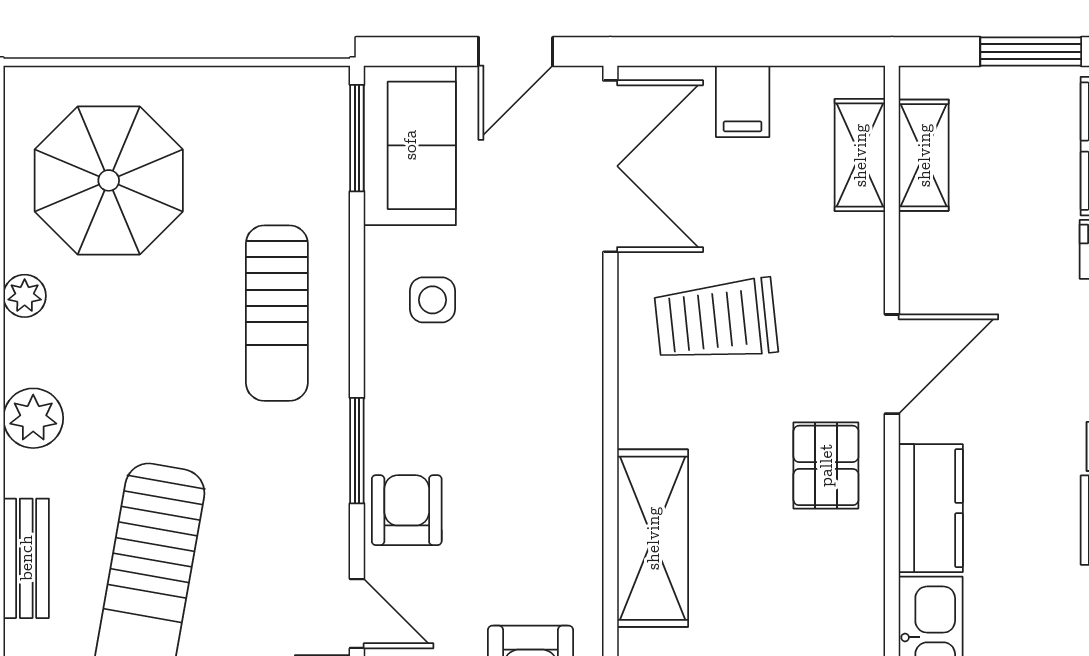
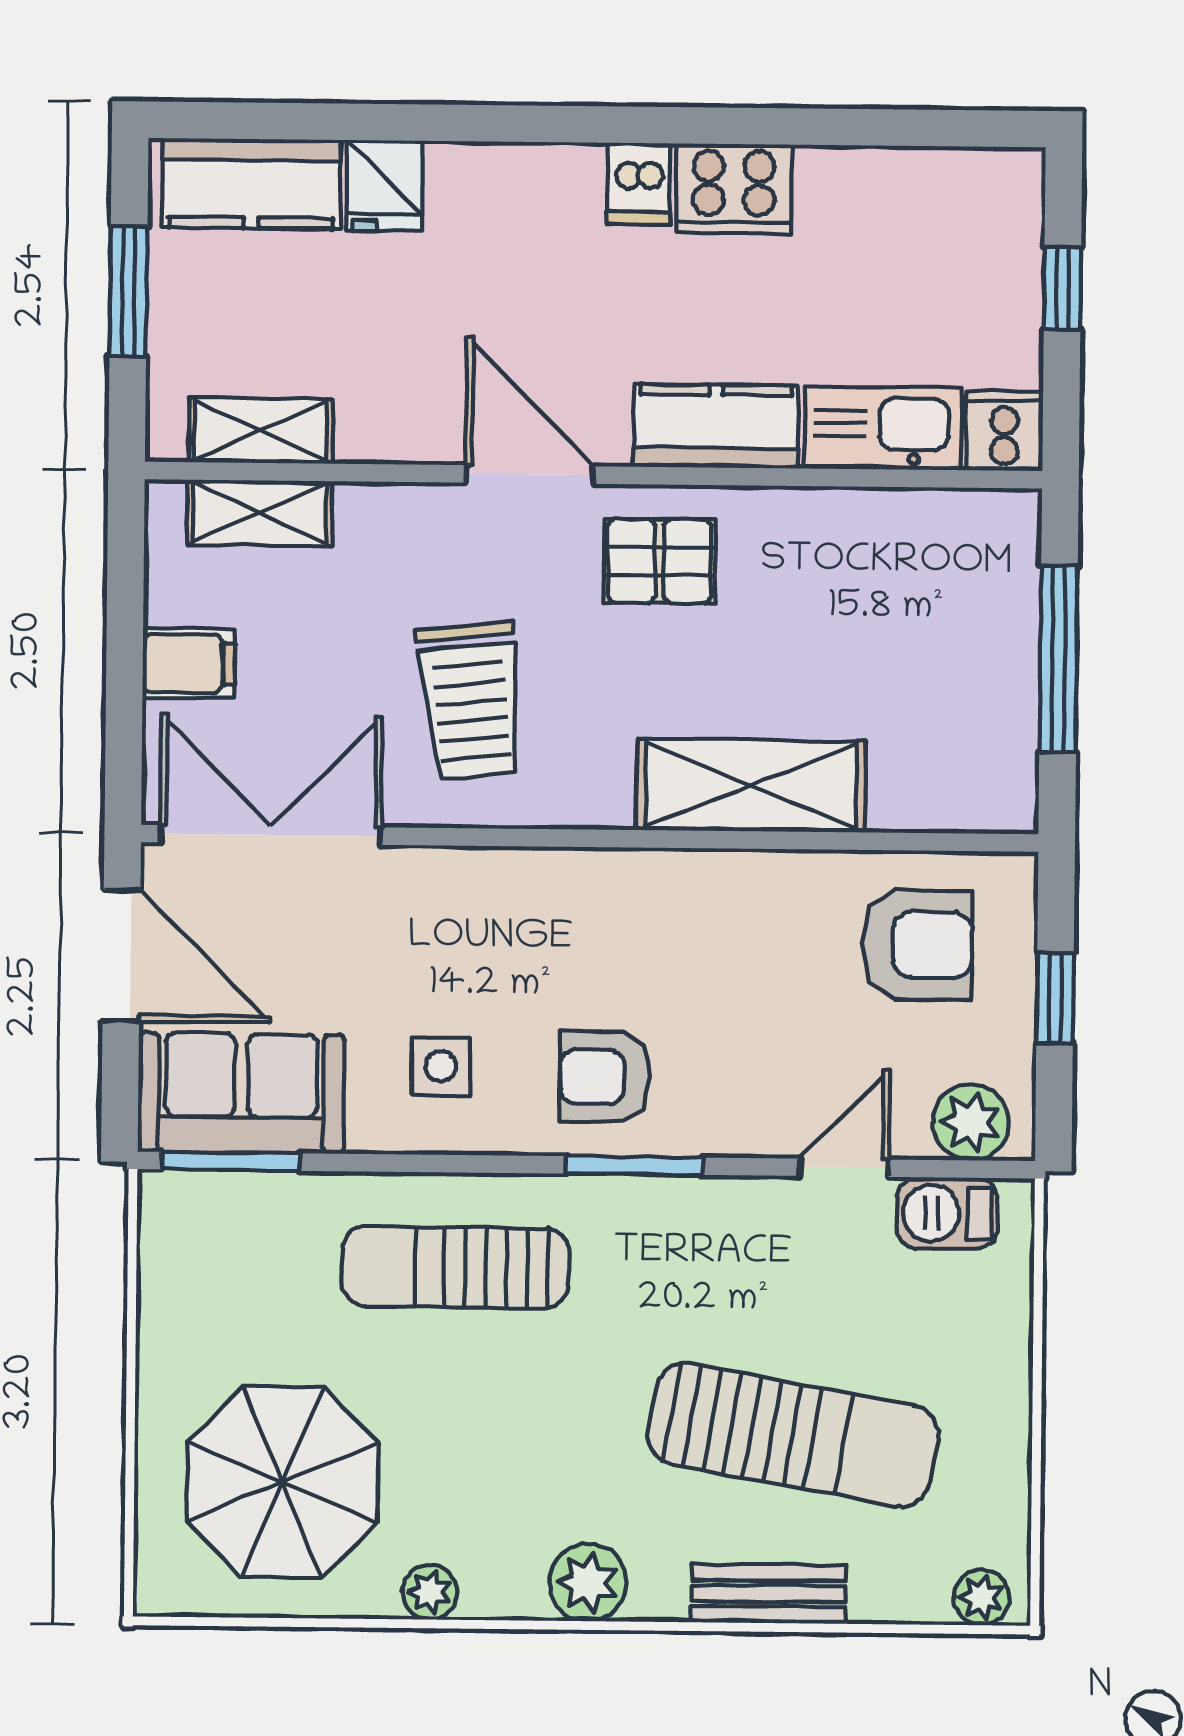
door: (516, 52) -> (121, 956), width x1.38
sun lounger: (277, 313) -> (456, 1267), turned 180
armchair: (407, 510) -> (605, 1077), moved

